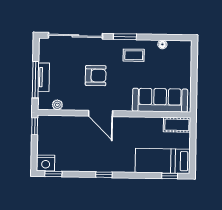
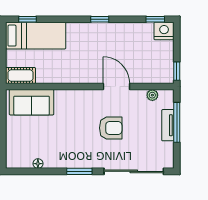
coffee table: (134, 55) -> (69, 151), removed
armchair: (96, 76) -> (111, 128), turned 180
sofa: (160, 100) -> (32, 102), width x0.73
door: (101, 113) -> (116, 87), moved

